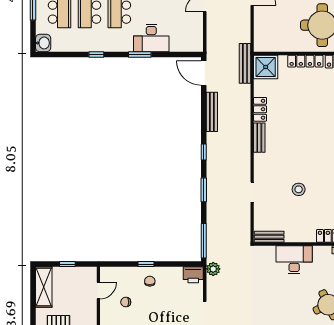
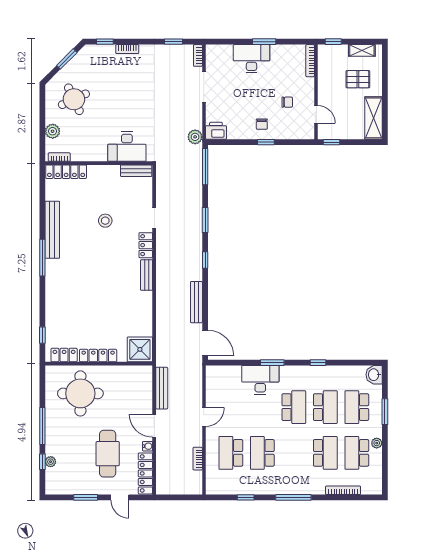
bench: (245, 63) -> (162, 388), moved
locker: (260, 109) -> (146, 245), moved
desk: (294, 260) -> (127, 147), moved
window: (67, 264) -> (331, 142), moved
door: (98, 291) -> (316, 114), swing flipped

